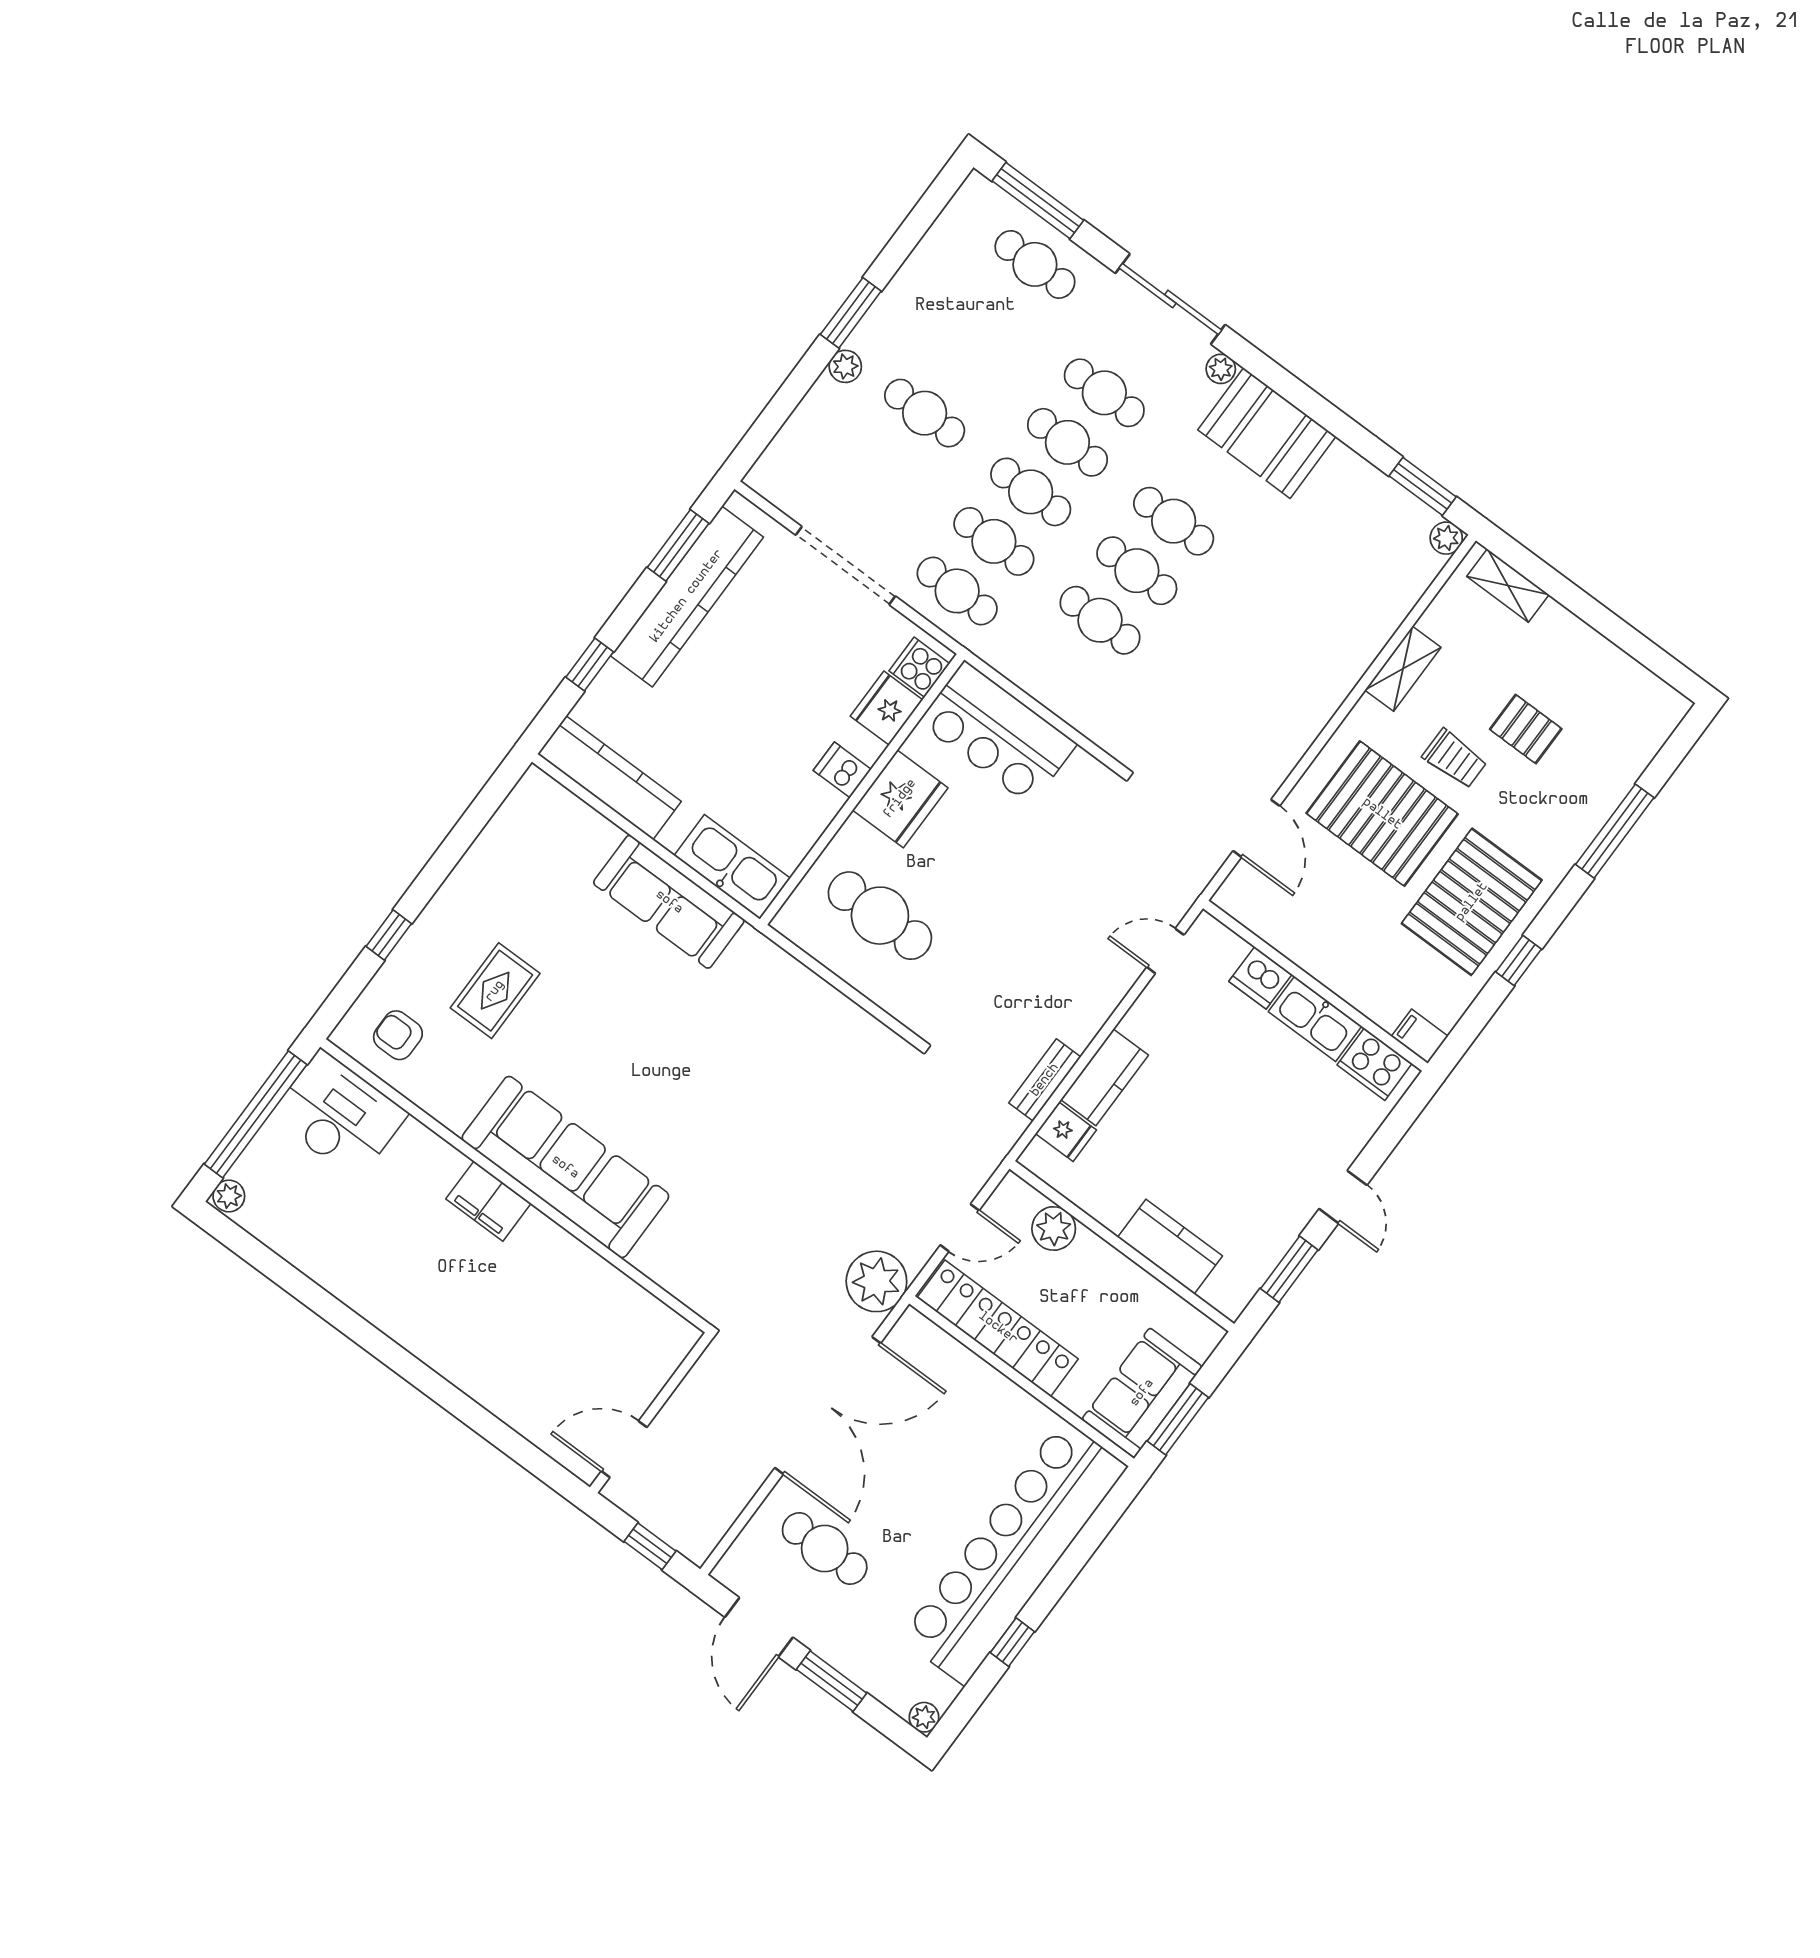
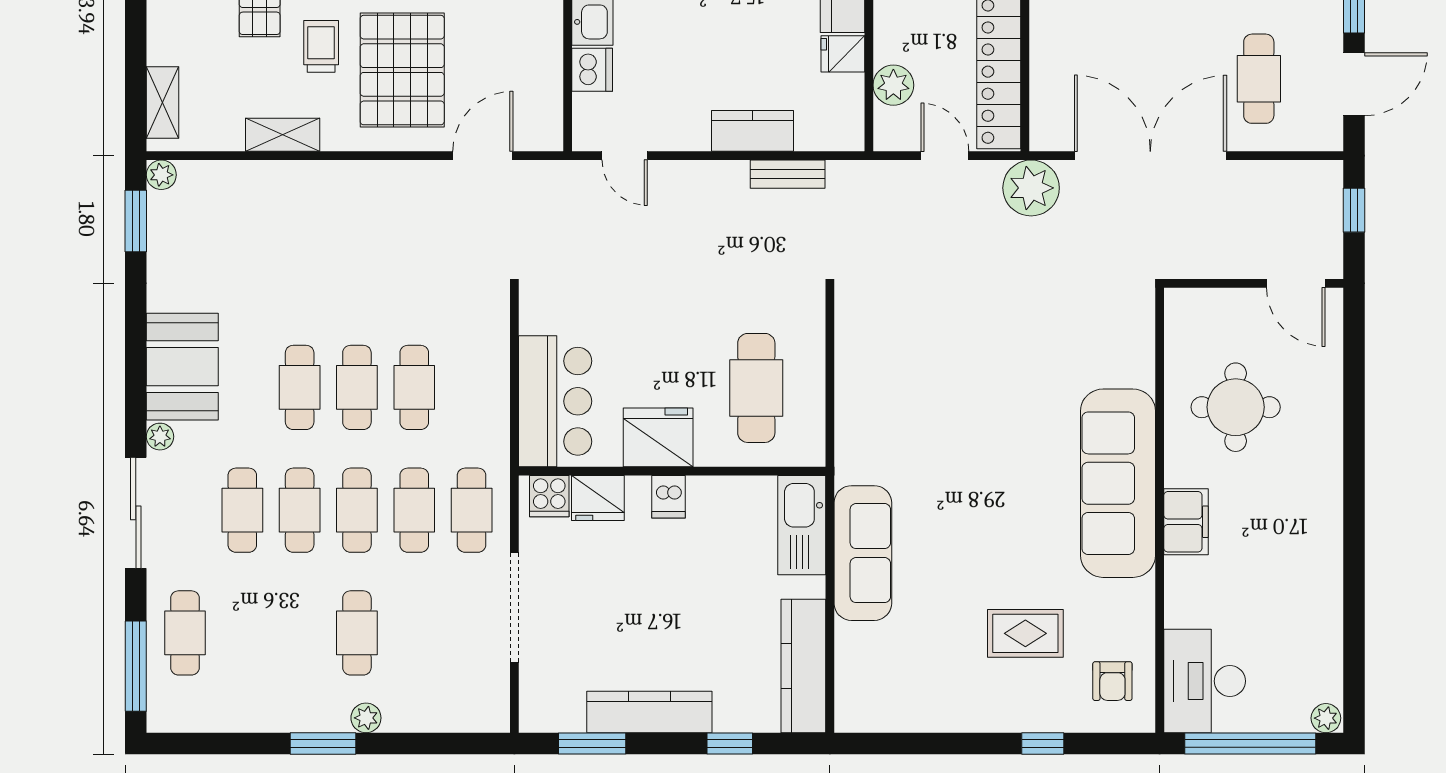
kitchen counter: (687, 596) -> (649, 712), width x0.72, depth x0.86
fridge: (1066, 1132) -> (843, 54), moved, turned -90
round table: (556, 1318) -> (1236, 407), added

